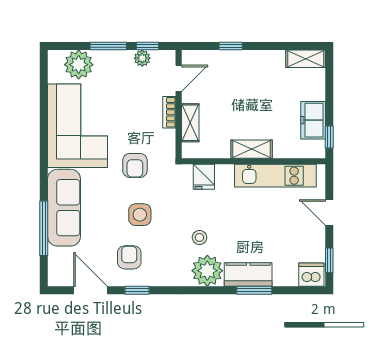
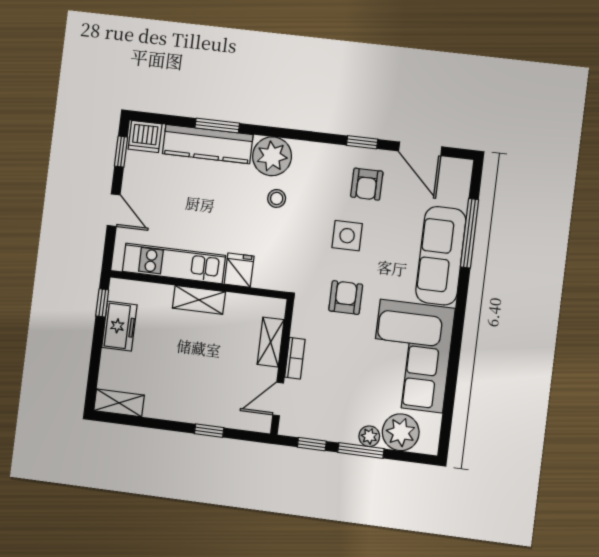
plant: (142, 58) -> (369, 436), moved
fridge: (204, 177) -> (239, 270), moved
kitchen counter: (248, 274) -> (208, 144), width x1.50

